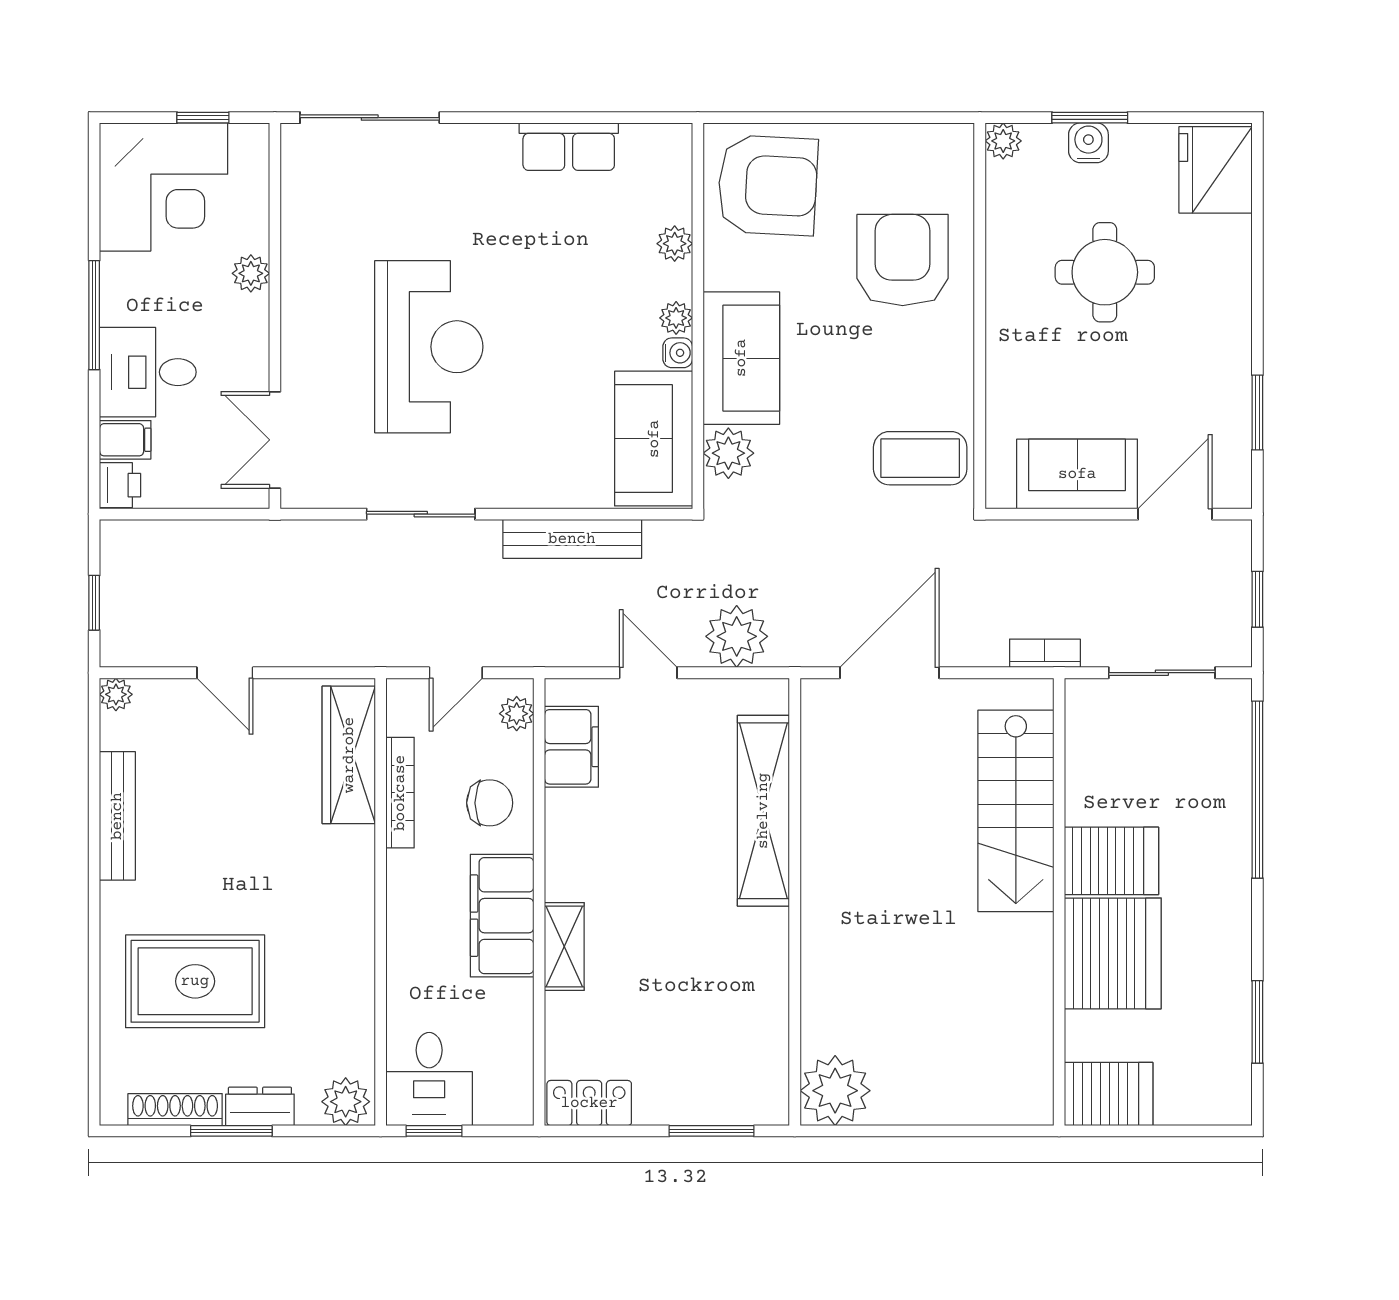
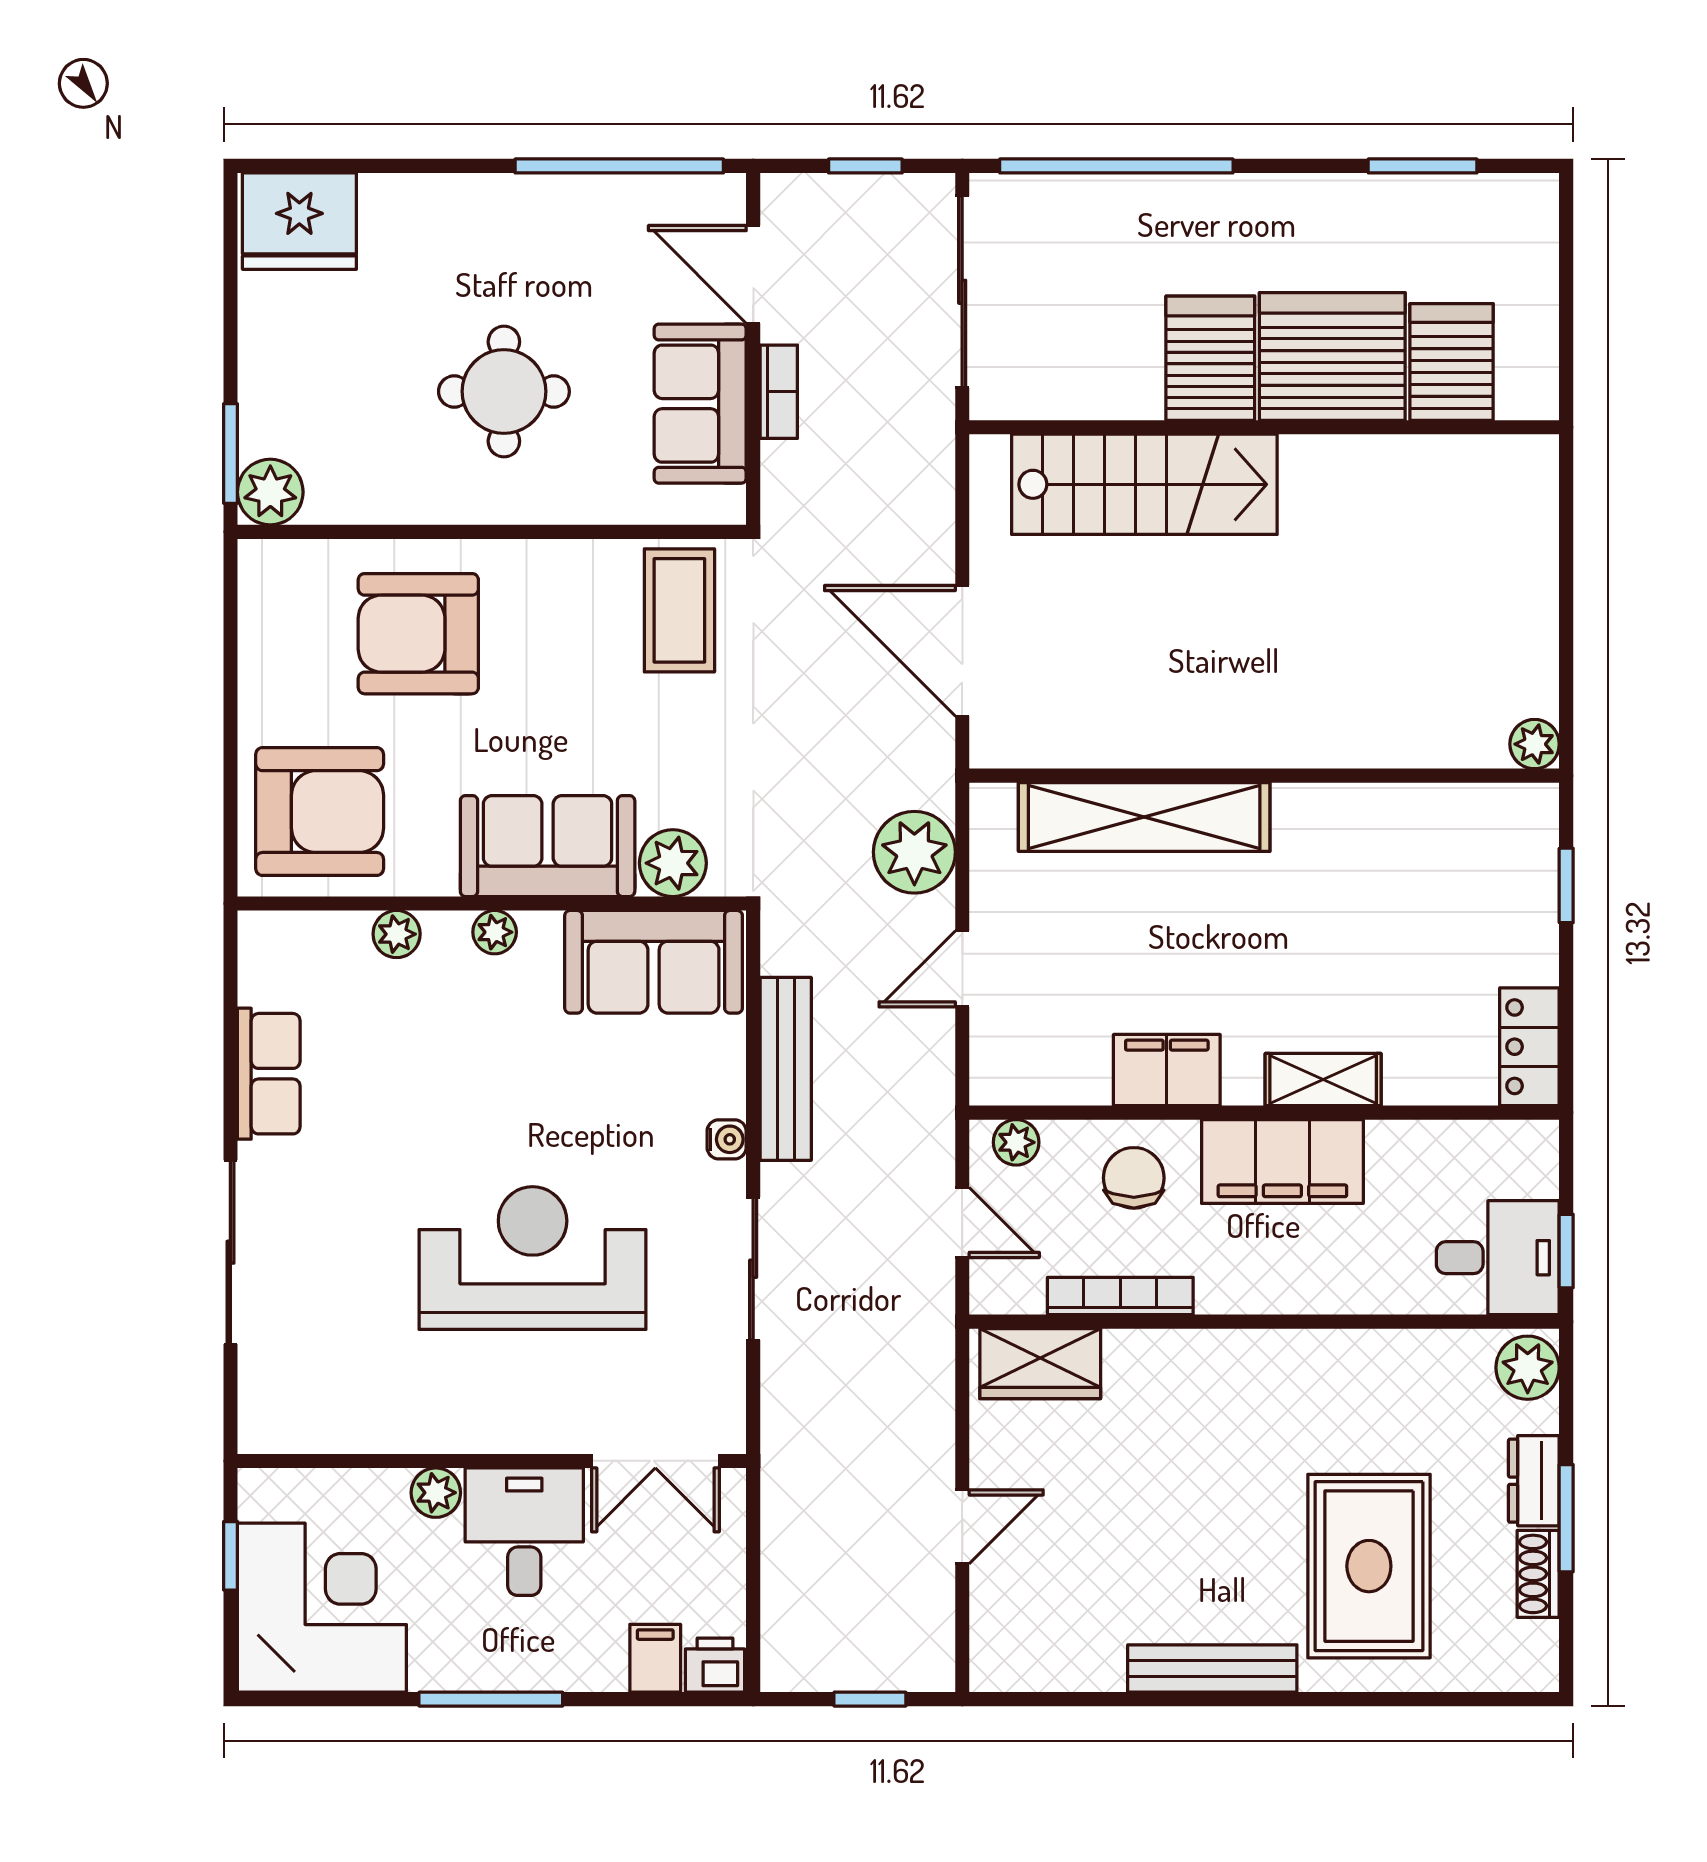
sliding door: (370, 118) -> (230, 1252), moved
window: (1090, 118) -> (230, 454), moved
plant: (1003, 141) -> (270, 492), width x1.38, depth x1.38
water cooler: (1088, 143) -> (264, 389), removed
armchair: (768, 185) -> (320, 812), turned 87
round table: (1105, 272) -> (504, 391), moved
water cooler: (678, 353) -> (727, 1139), moved, turned 90
desk: (148, 372) -> (524, 1532), moved, turned 180
window: (1257, 413) -> (619, 166), width x2.11
bookcase: (1045, 653) -> (779, 392), moved, turned 180
sliding door: (1162, 673) -> (962, 292), width x1.37
plant: (116, 694) -> (991, 1670), removed
filing cabinet: (571, 747) -> (1167, 1070), moved
wardrobe: (349, 755) -> (1040, 1364), width x0.67
bench: (117, 816) -> (1212, 1668), moved
plant: (835, 1091) -> (1535, 744), width x0.53, depth x0.53
server rack: (1109, 1094) -> (1451, 362), moved
shoe rack: (175, 1110) -> (1538, 1574), width x0.70
window: (712, 1131) -> (1566, 885), width x0.67

